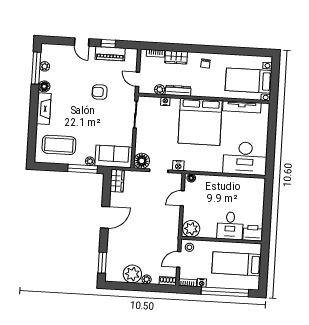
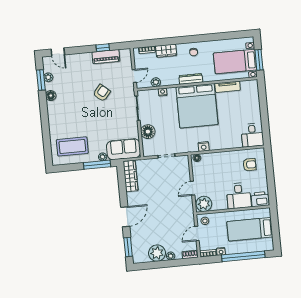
door: (82, 42) -> (58, 52), moved
window: (36, 68) -> (41, 80), width x0.69
door: (137, 79) -> (134, 76), swing flipped
window: (275, 83) -> (259, 60), added
dresser: (178, 91) -> (191, 79), moved
armchair: (100, 92) -> (102, 93), turned 130
tv unit: (242, 107) -> (228, 87), width x0.71
fireplace: (44, 109) -> (53, 116), removed
desk: (245, 158) -> (252, 135), width x0.53, depth x0.77
floor lamp: (142, 161) -> (148, 132), moved
nightstand: (178, 166) -> (204, 147), moved
wardrobe: (117, 181) -> (131, 176), width x1.50
armchair: (247, 194) -> (249, 165), added
door: (182, 198) -> (193, 188), moved
door: (105, 217) -> (125, 217), moved

